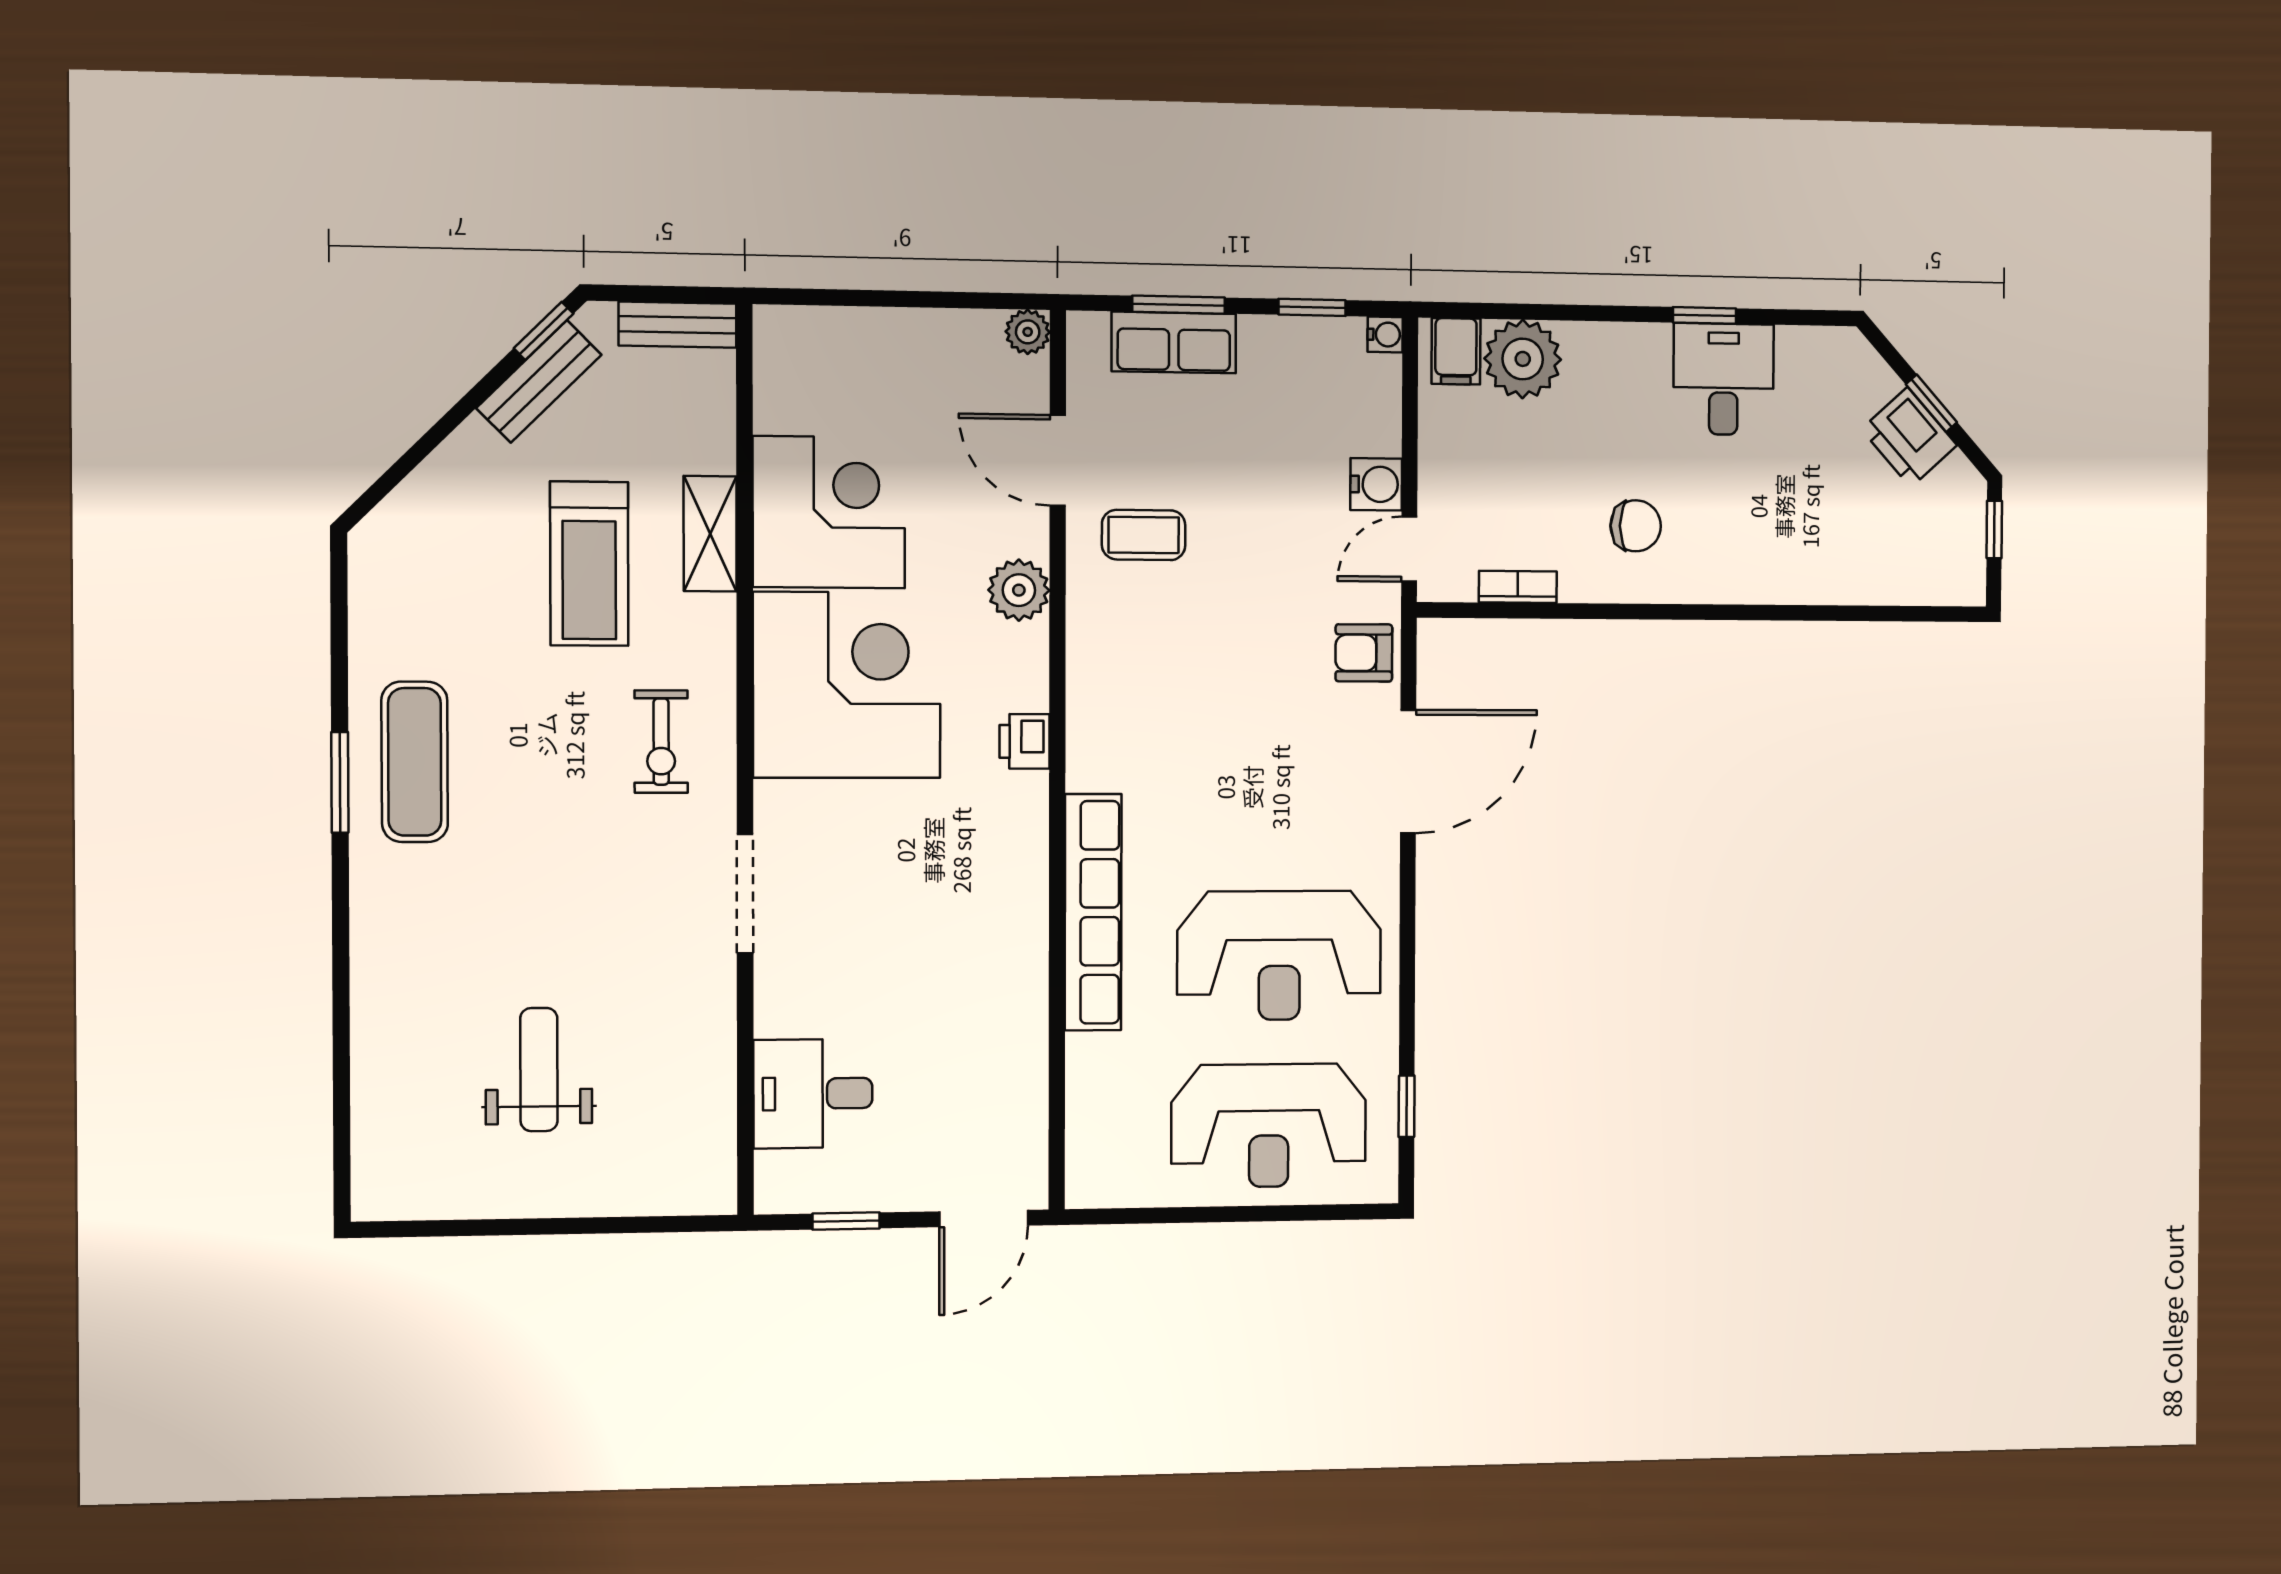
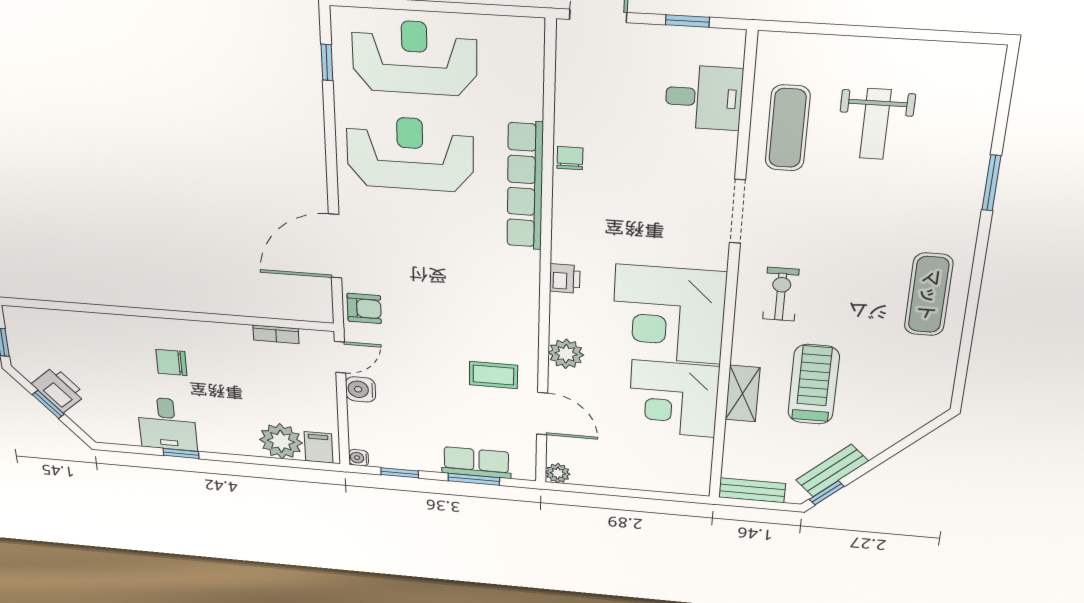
chair: (1636, 526) -> (171, 362), moved
window: (340, 782) -> (991, 183), moved
chair: (1021, 969) -> (570, 158), added
exercise mat: (677, 1051) -> (788, 128), added

